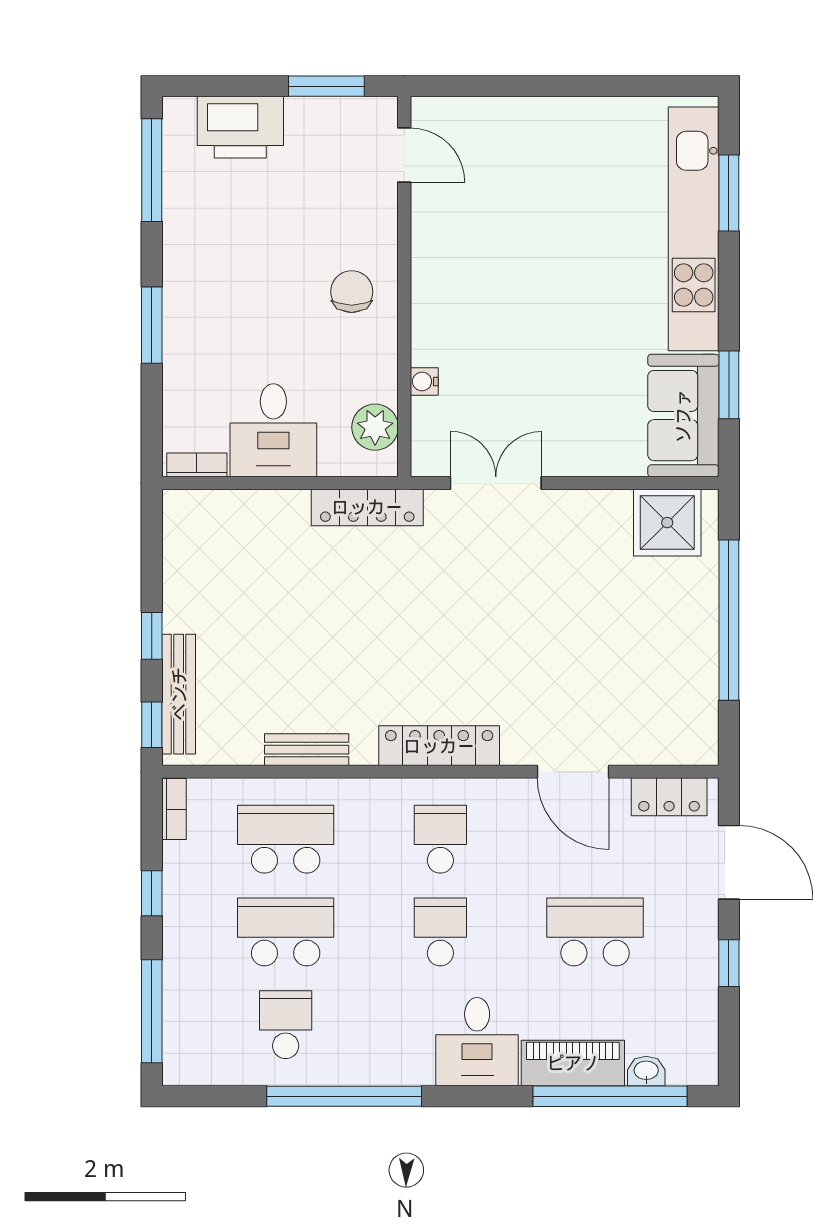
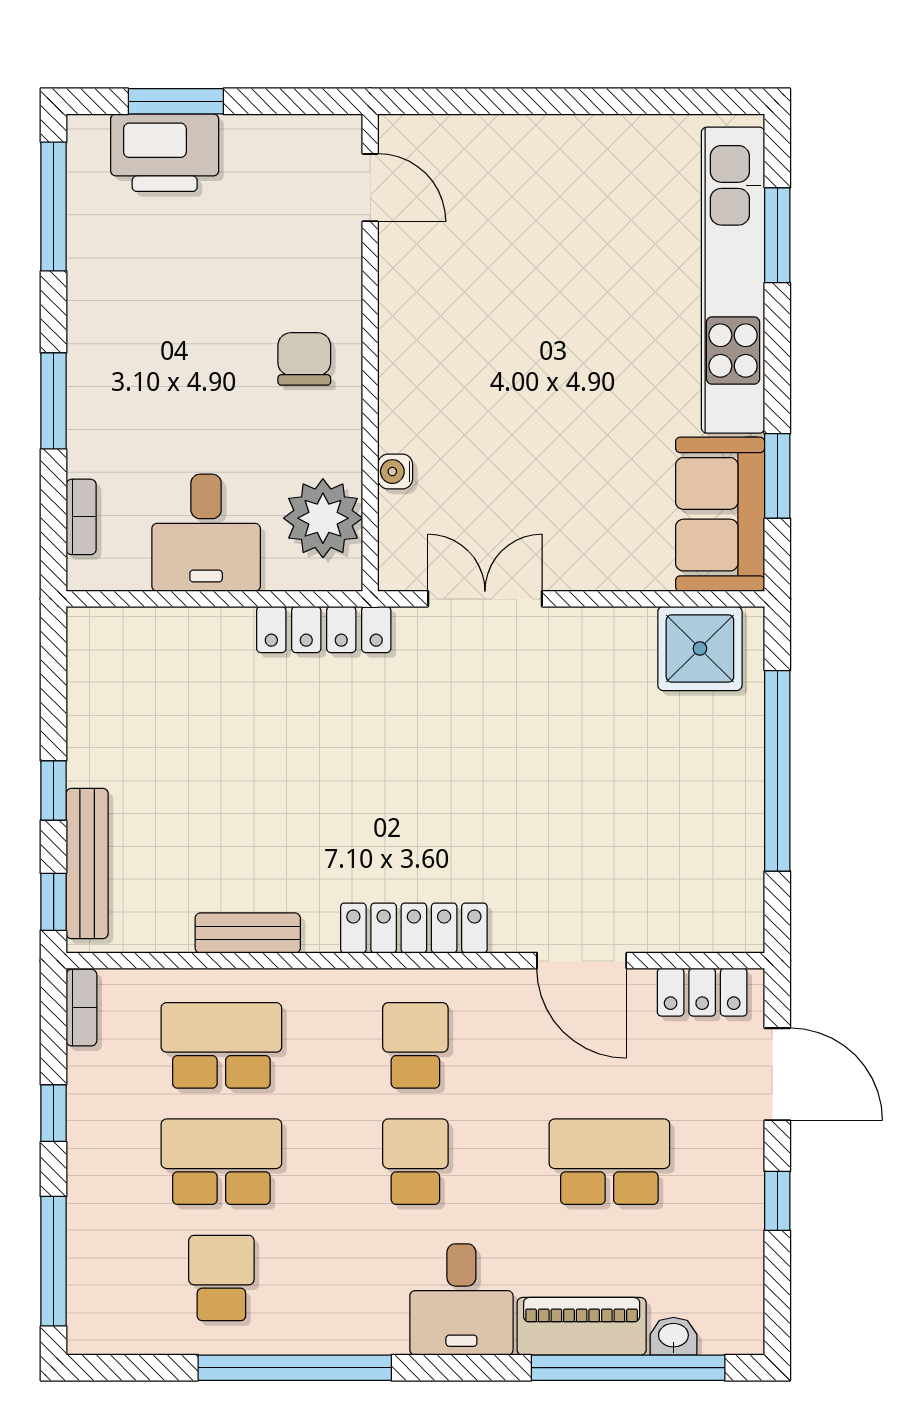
window: (326, 86) -> (176, 101), moved
plant: (375, 427) -> (323, 518), width x1.36, depth x1.36
bookcase: (197, 465) -> (81, 517), moved, turned 90

